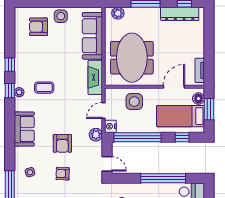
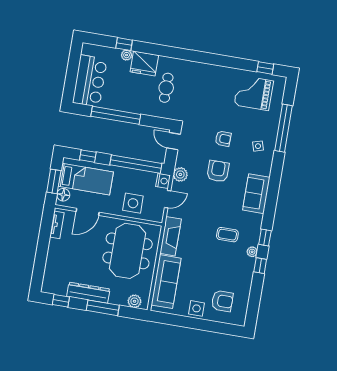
dresser: (180, 14) -> (88, 293), moved
plant: (19, 92) -> (252, 252), moved

